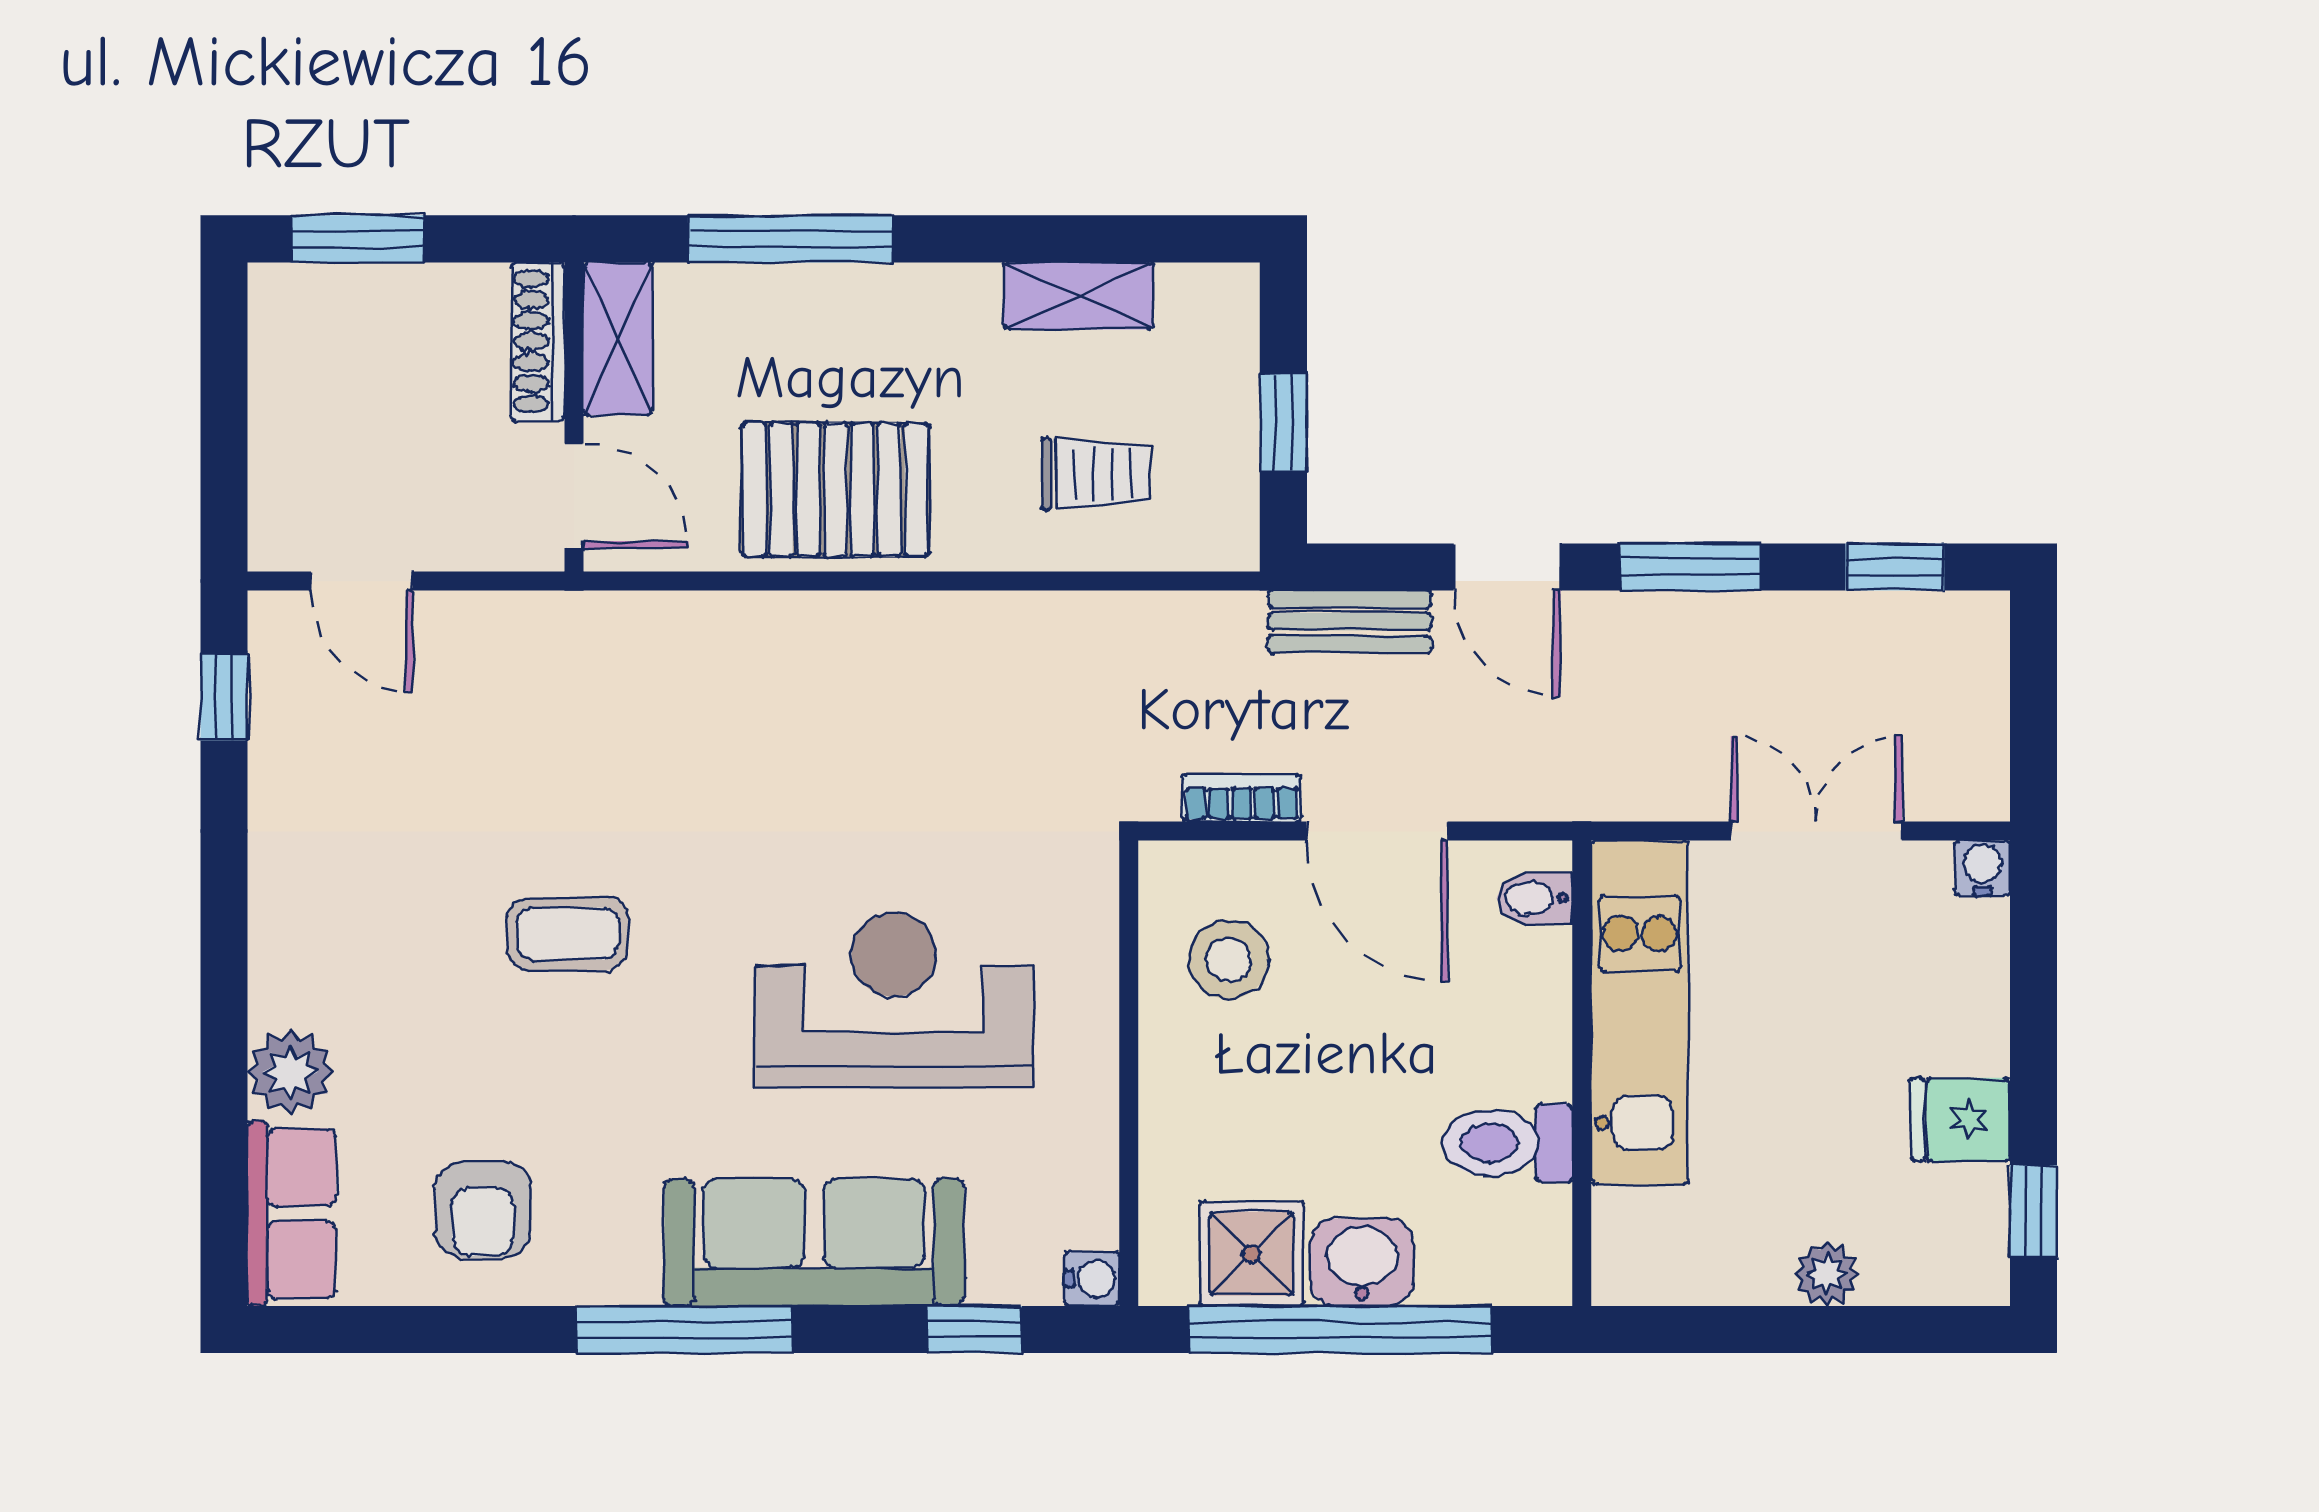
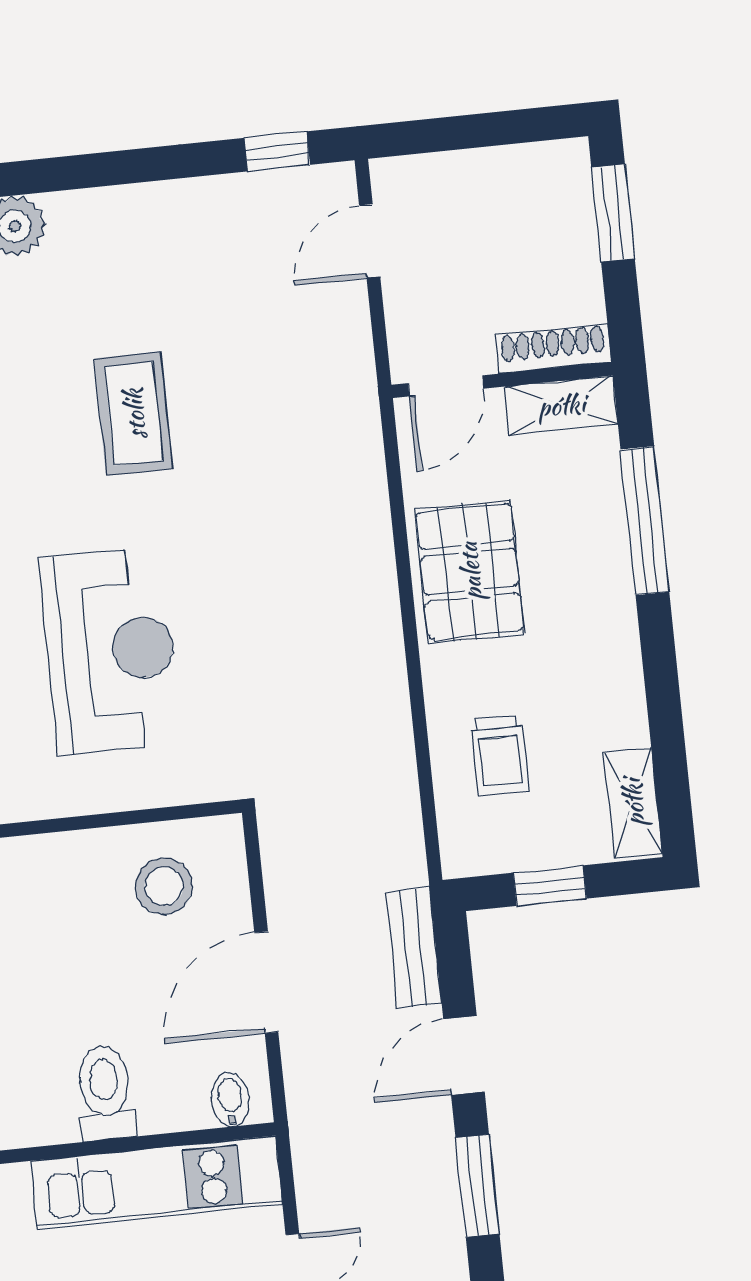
shelving: (1079, 296) -> (633, 803), moved
bookcase: (1242, 798) -> (280, 883), removed
coffee table: (568, 934) -> (134, 414), width x1.36, depth x1.30
toilet: (1508, 1143) -> (105, 1093), moved

